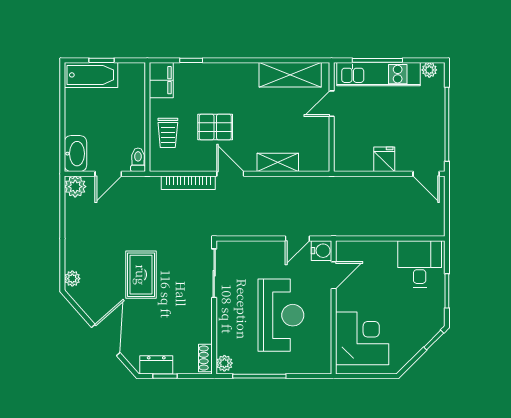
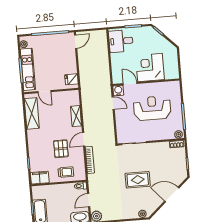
fridge: (384, 159) -> (71, 79), moved
door: (108, 174) -> (89, 200), swing flipped
corner desk: (362, 338) -> (150, 68), moved
dresser: (156, 365) -> (182, 168), removed

